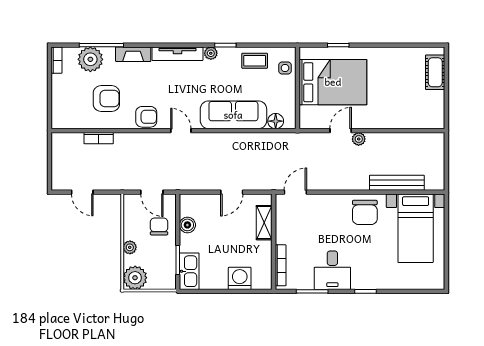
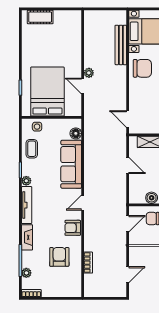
plant: (90, 59) -> (26, 273), width x0.53, depth x0.53
armchair: (146, 117) -> (73, 228), turned -90

